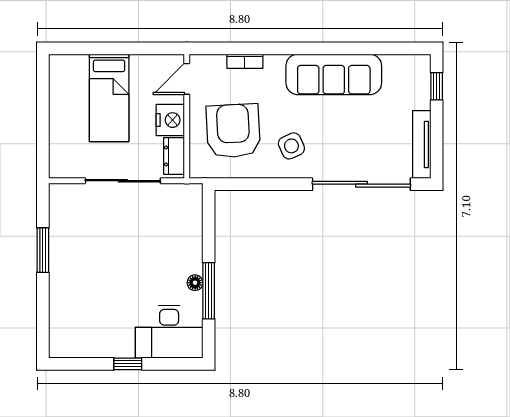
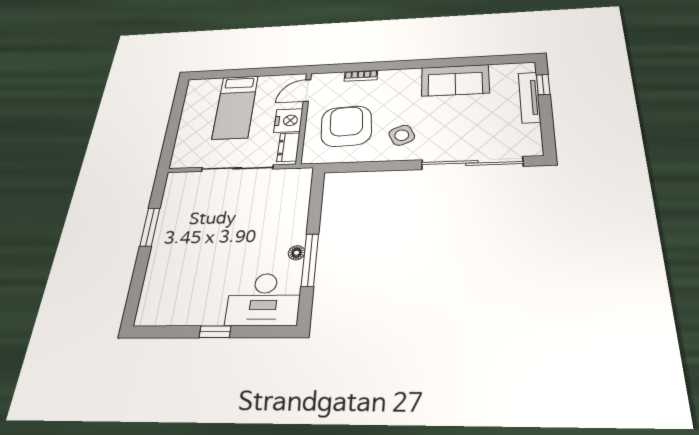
sofa: (334, 74) -> (455, 80), width x0.73
tv unit: (422, 145) -> (529, 97), moved

